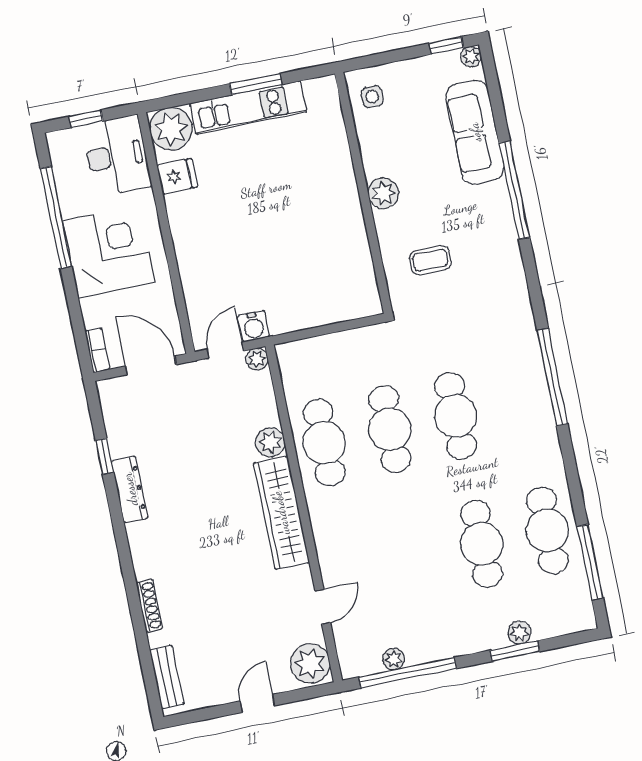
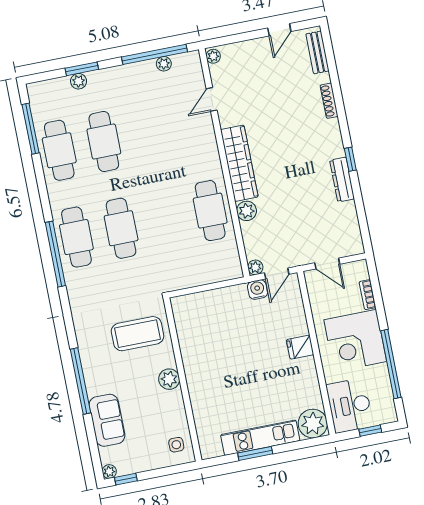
sofa: (475, 132) -> (107, 420), width x0.73
fridge: (177, 176) -> (300, 347), moved
coffee table: (430, 260) -> (138, 334), width x1.86, depth x1.72
bookcase: (97, 350) -> (368, 295), moved
door: (151, 365) -> (327, 264), width x0.73
cafe table: (390, 429) -> (76, 237), moved
window: (105, 456) -> (350, 159), moved
plant: (310, 663) -> (213, 56), width x0.53, depth x0.53
door: (257, 703) -> (279, 30), moved

